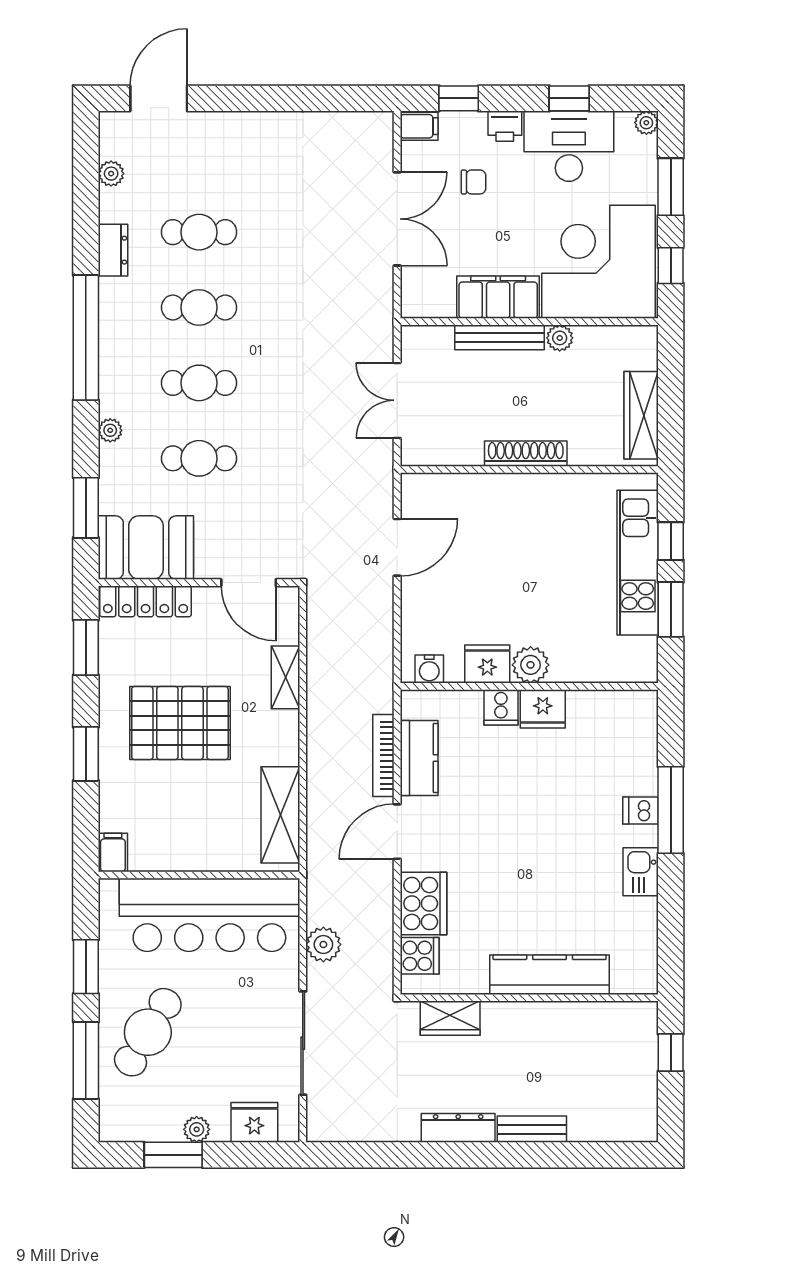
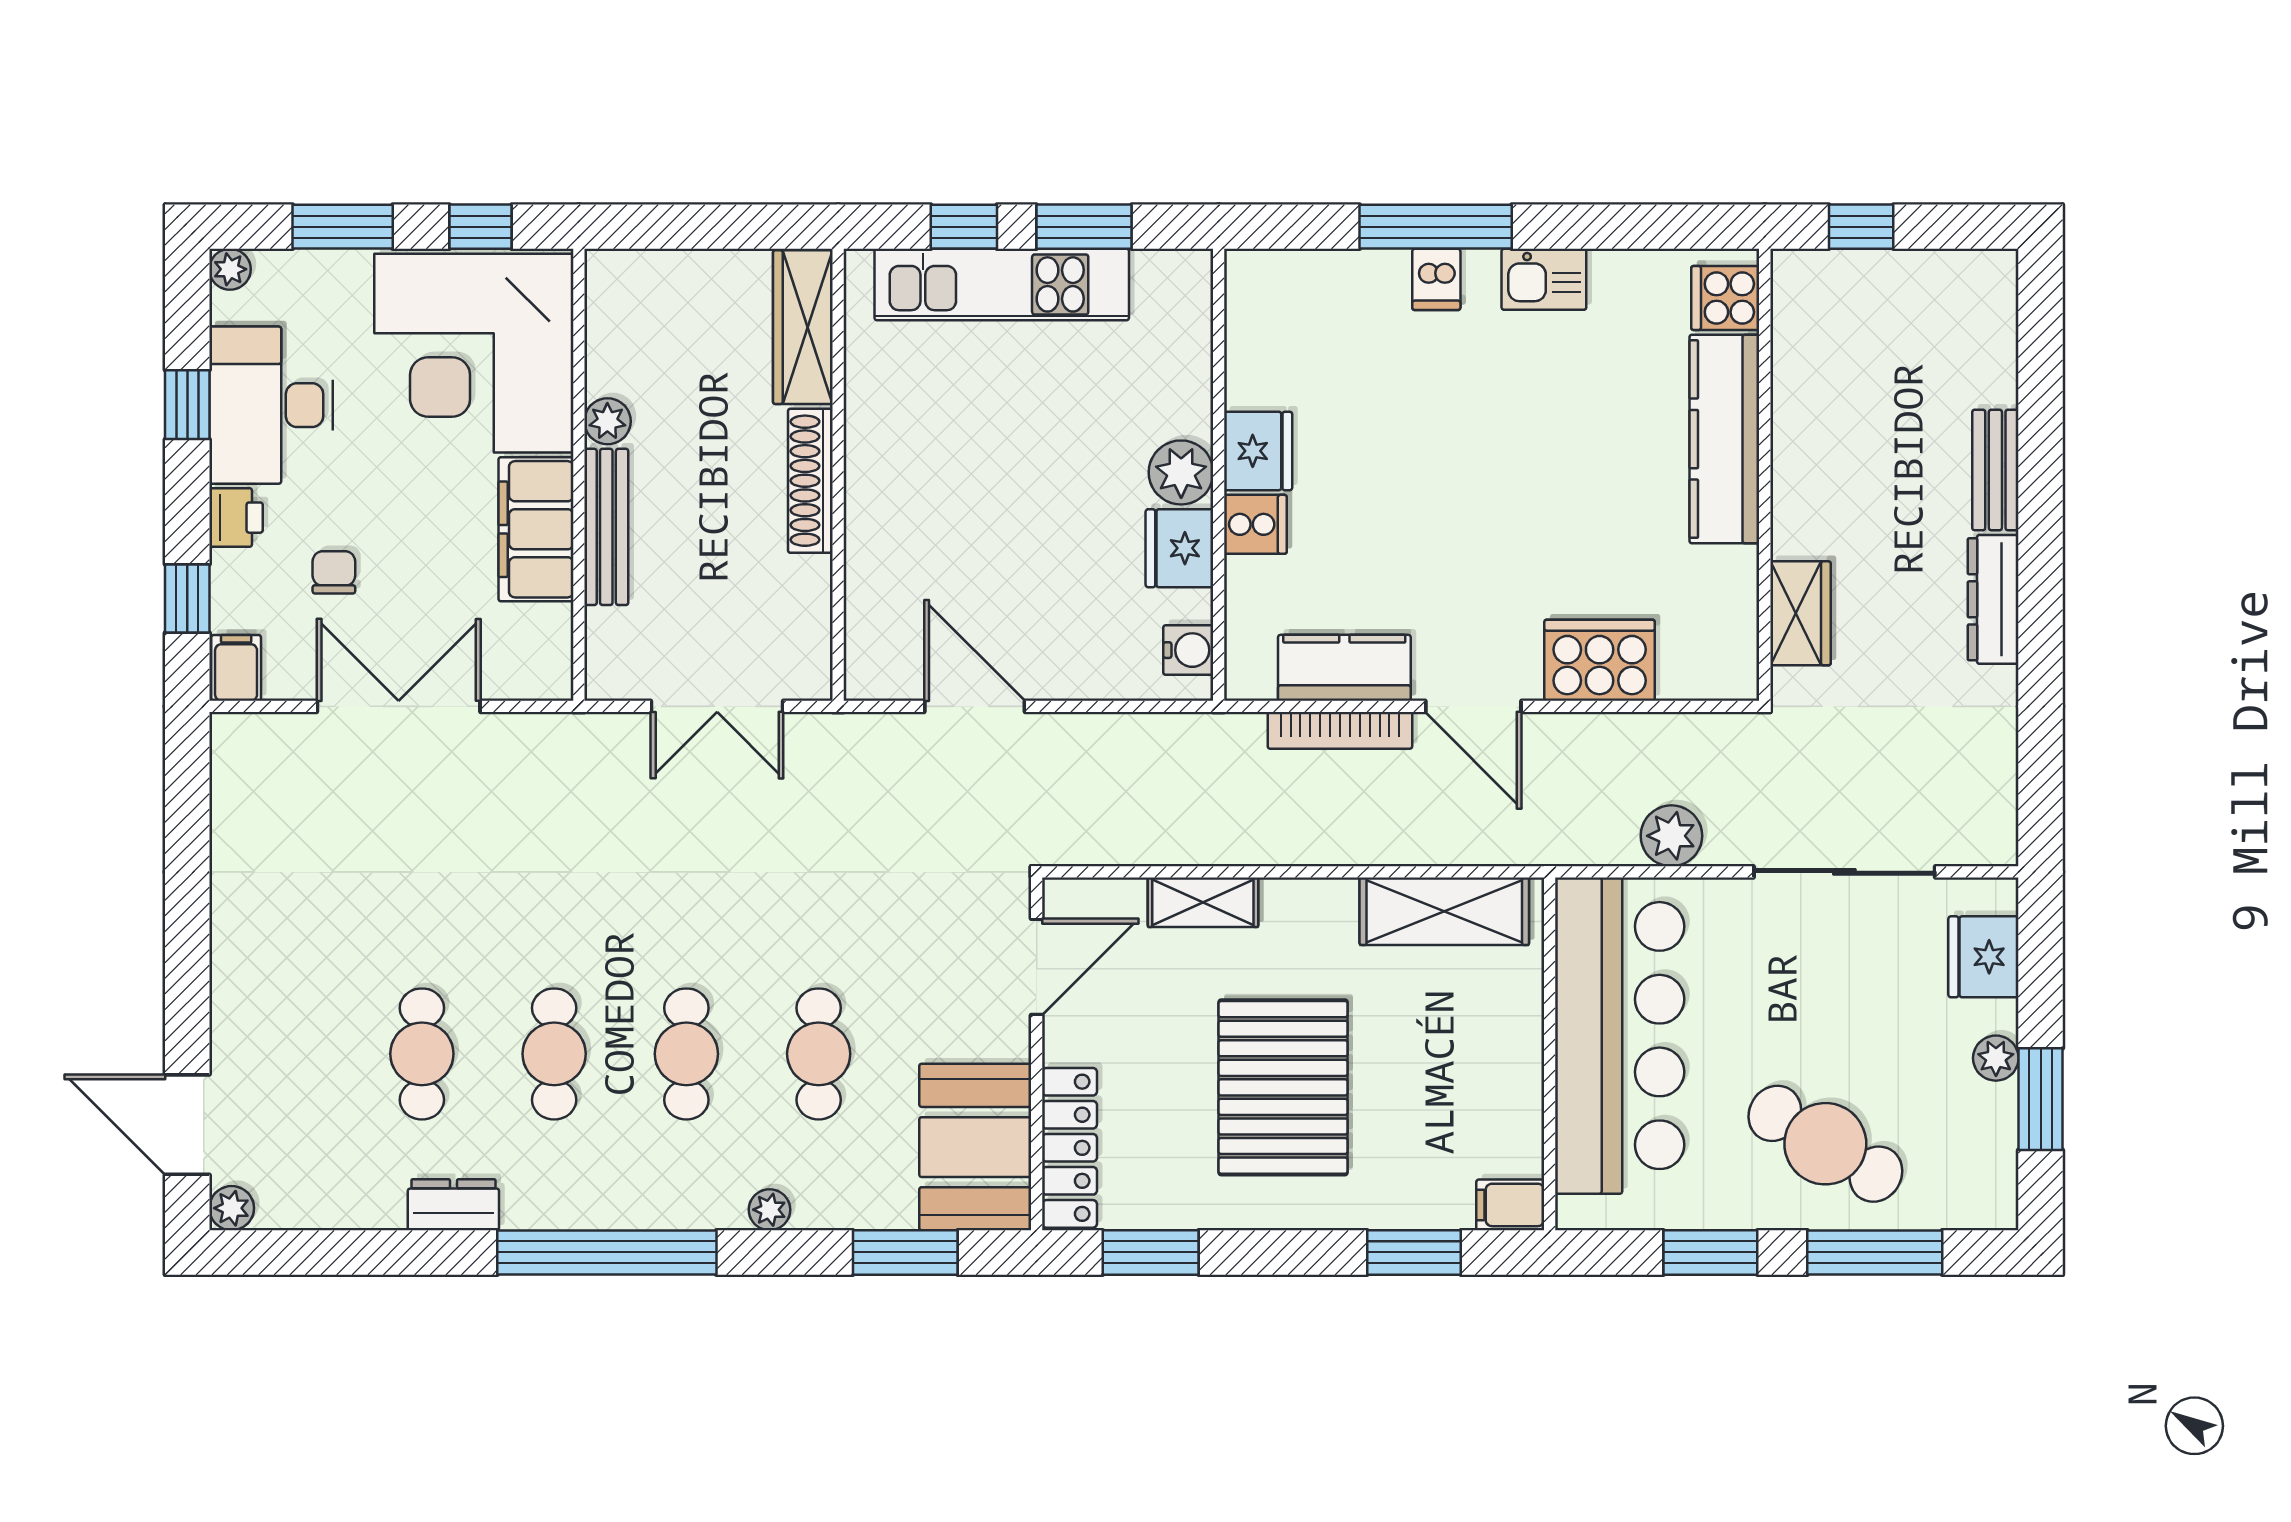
plant: (111, 174) -> (232, 1208), moved
wardrobe: (641, 415) -> (803, 327), moved, turned 90
window: (86, 754) -> (1414, 1252), moved
cooker: (420, 956) -> (1725, 298), moved, turned -90

